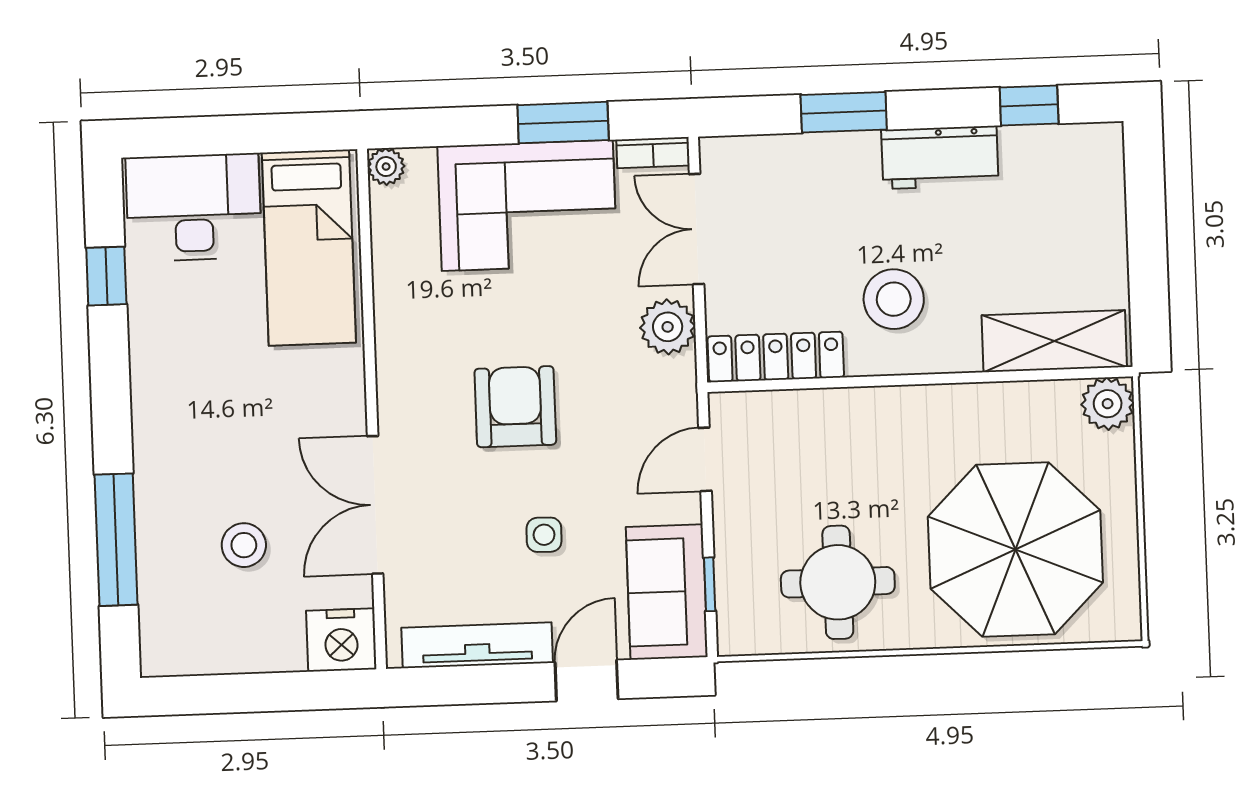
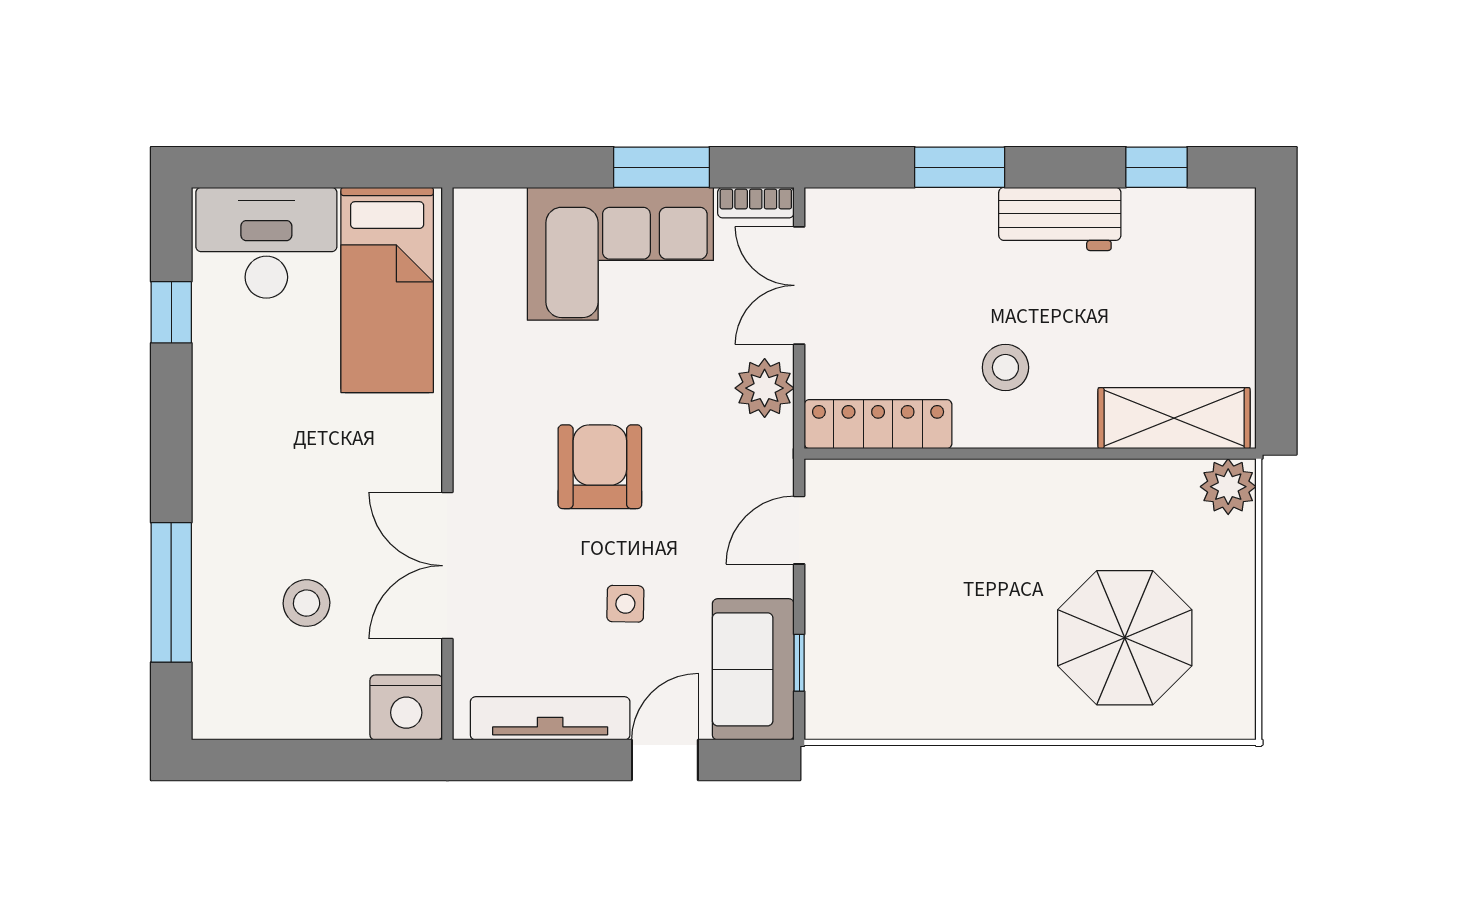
plant: (386, 167) -> (472, 207), removed
stool: (894, 299) -> (1005, 367), width x0.73, depth x0.73
parasol: (1015, 550) -> (1125, 638), width x0.73, depth x0.73
round table: (838, 582) -> (935, 666), removed

